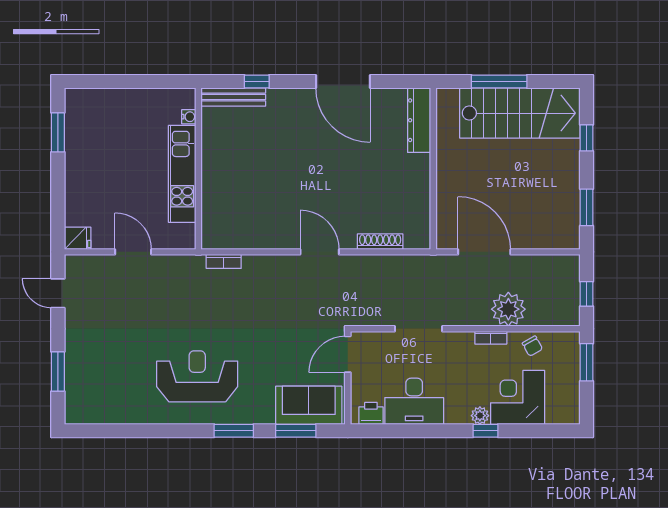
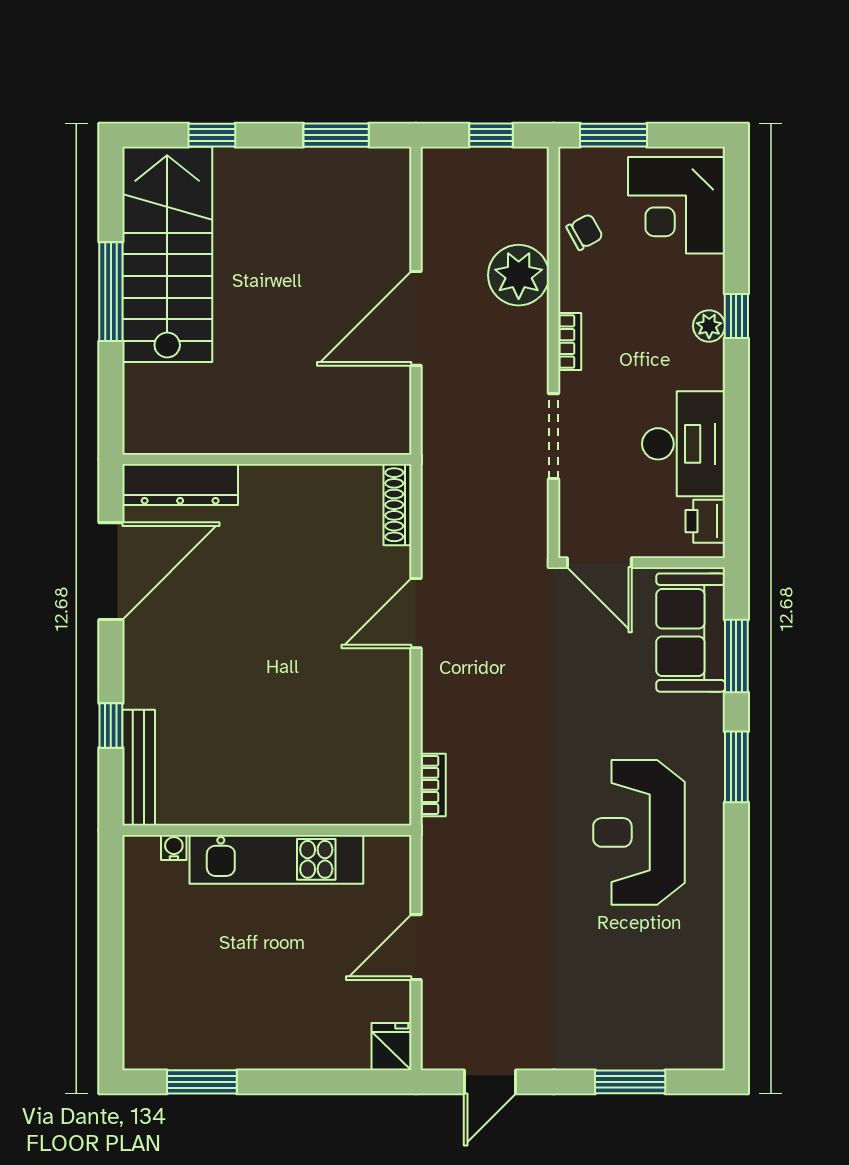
dresser: (419, 120) -> (180, 485), moved
wall: (433, 169) -> (267, 459), moved
bookcase: (491, 338) -> (570, 342), moved
corner desk: (518, 397) -> (677, 205), moved

